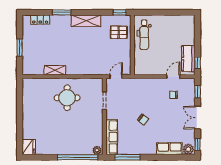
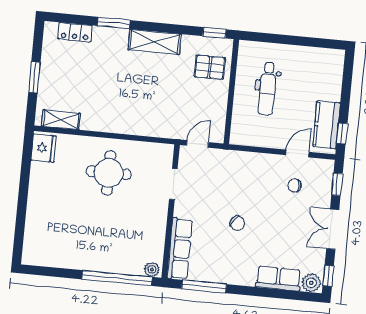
dental chair: (144, 35) -> (267, 89), moved
shelving: (55, 70) -> (61, 120), moved
fridge: (29, 147) -> (44, 148), moved

